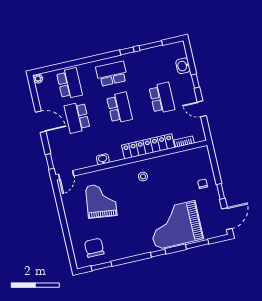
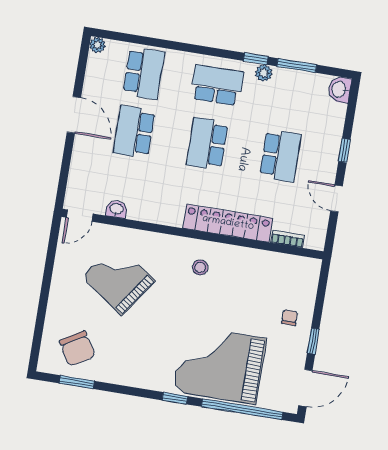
plant: (134, 57) -> (264, 73), added
washbasin: (183, 66) -> (339, 89), moved
school desk: (119, 108) -> (207, 144), turned 180
washbasin: (103, 159) -> (116, 209), moved
window: (50, 161) -> (63, 184), removed
grand piano: (101, 201) -> (119, 279), turned -62
window: (197, 244) -> (242, 409), width x2.11
chair: (94, 248) -> (77, 349), turned 149

